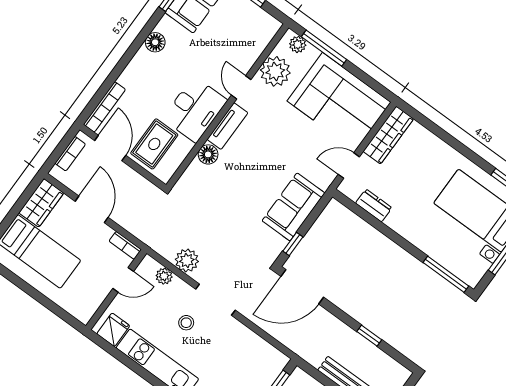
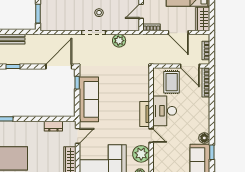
floor lamp: (155, 42) -> (204, 138), moved
floor lamp: (208, 154) -> (144, 95), removed
sofa: (293, 207) -> (89, 99), width x1.36
plant: (164, 276) -> (124, 26), removed

